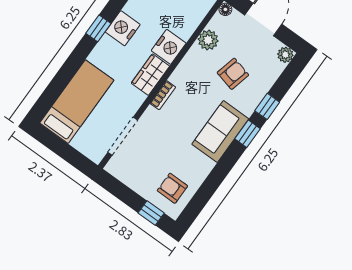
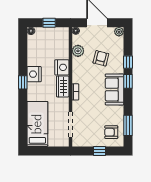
window: (203, 196) -> (128, 125), added
window: (151, 213) -> (100, 151), moved

